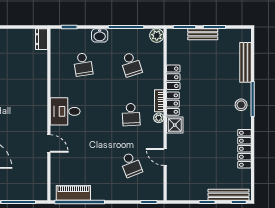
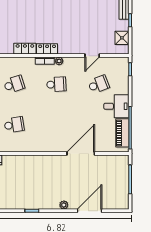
desk: (65, 111) -> (116, 106), moved, turned -90
shower: (175, 125) -> (122, 38), moved
door: (49, 143) -> (81, 153), width x1.88

